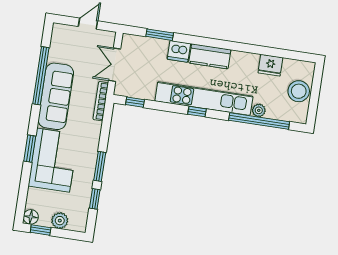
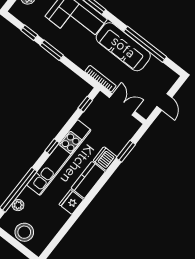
fridge: (270, 65) -> (71, 202), moved
plant: (259, 110) -> (18, 205), moved

